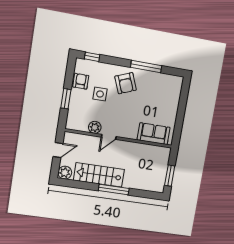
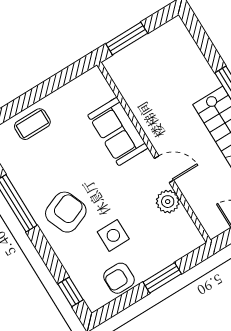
coffee table: (171, 100) -> (32, 124), added
sofa: (154, 134) -> (118, 132), moved
window: (170, 176) -> (127, 39), moved

